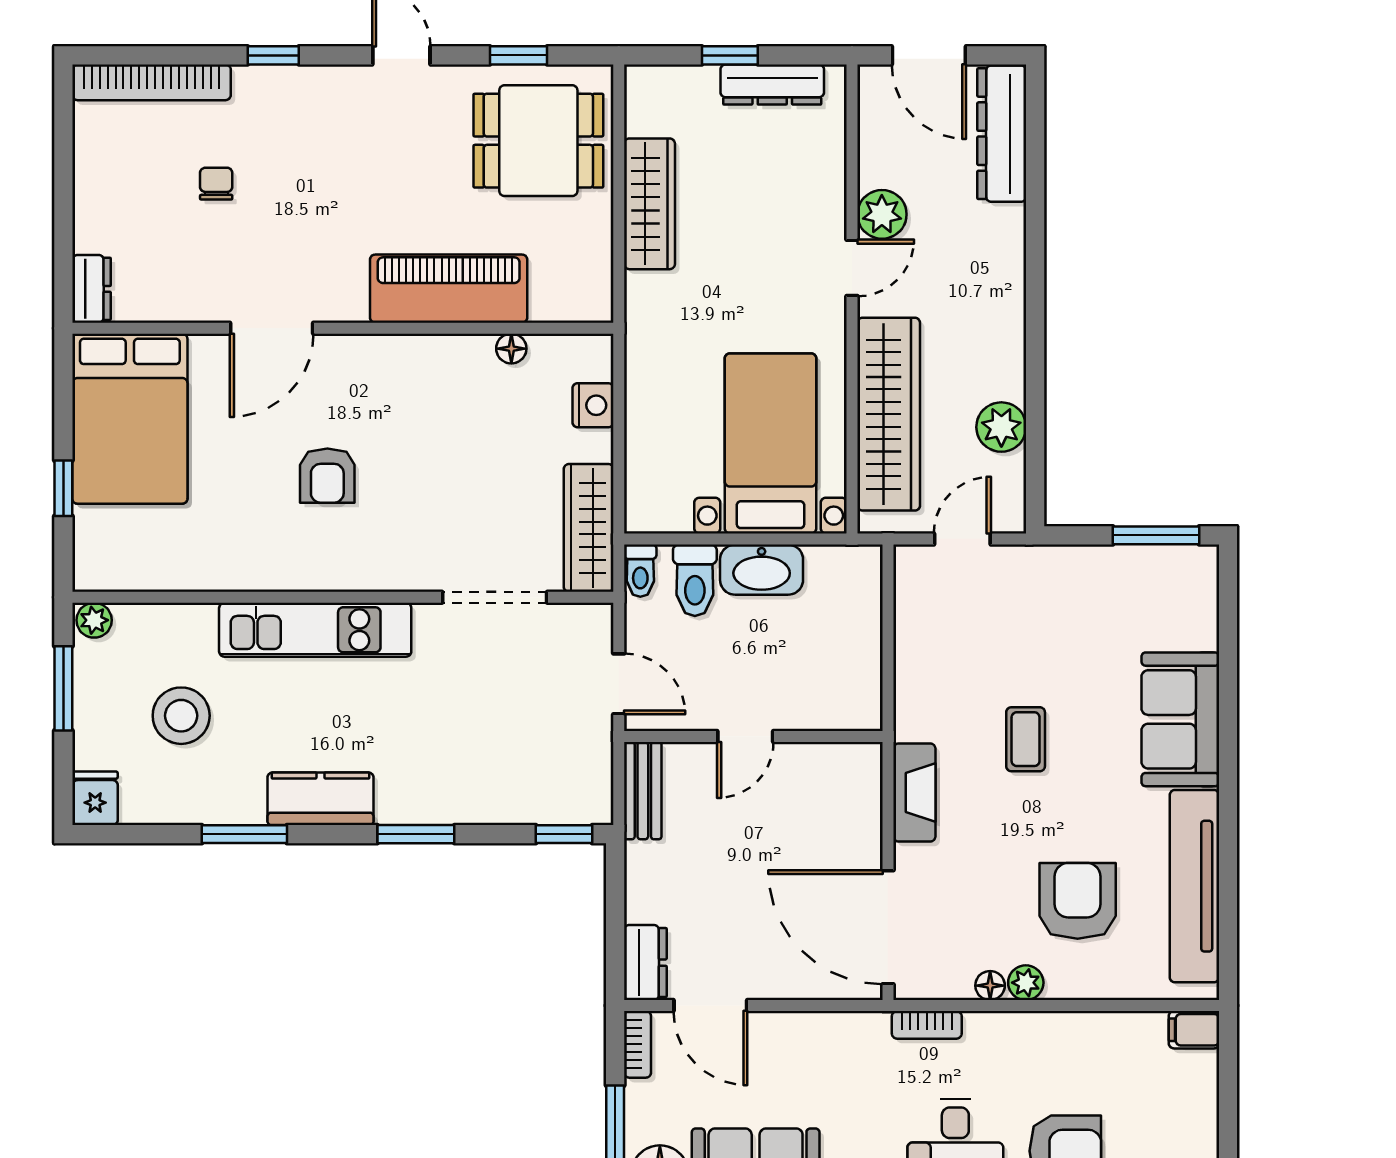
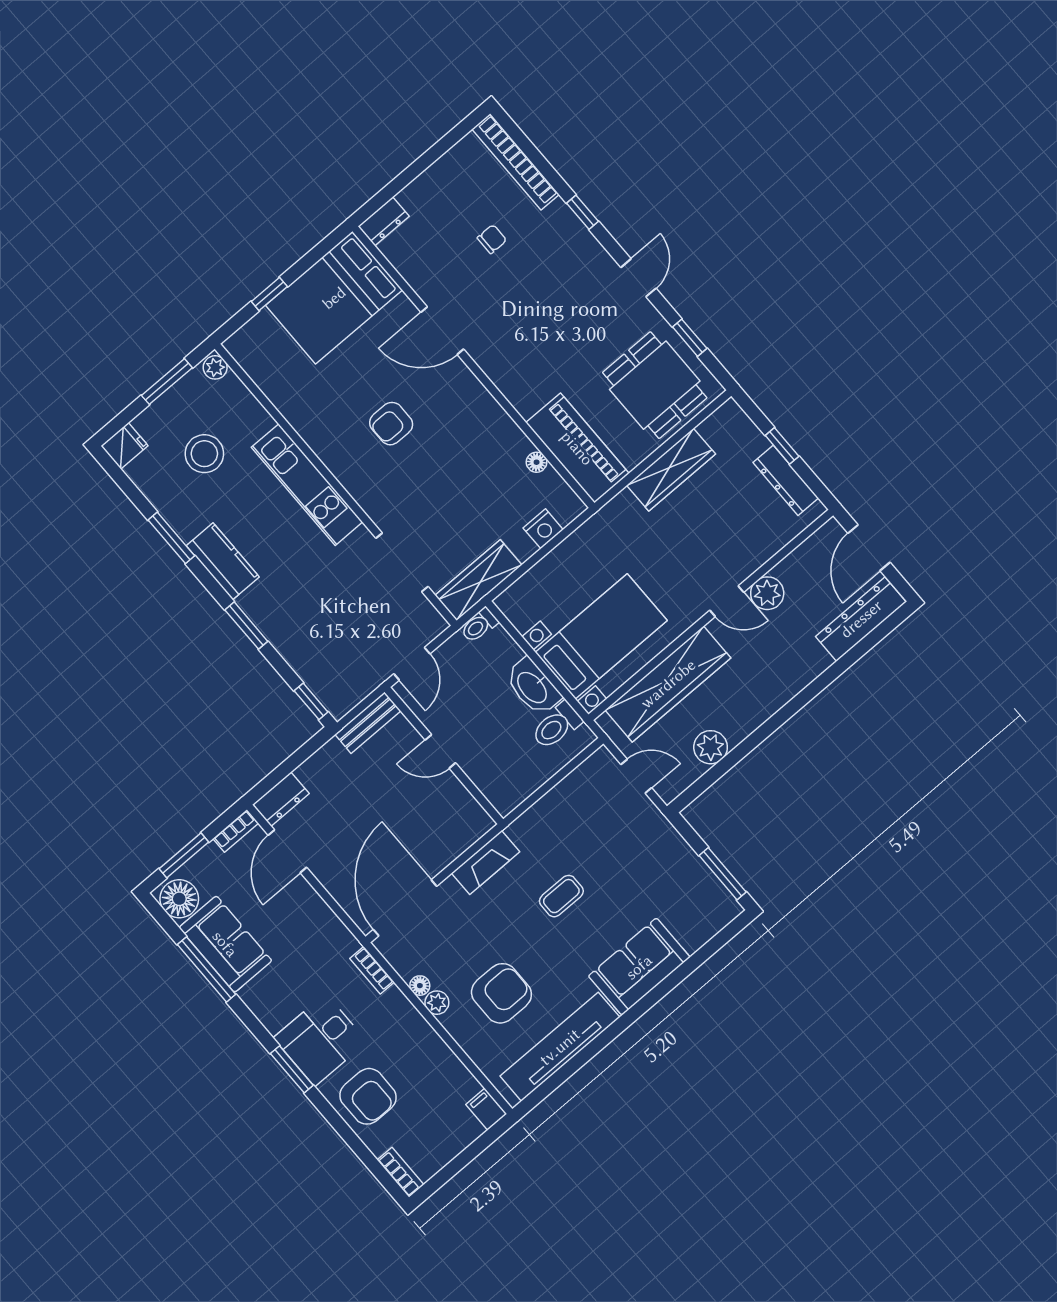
piano: (449, 289) -> (577, 448), moved
toilet: (695, 580) -> (557, 726), moved

